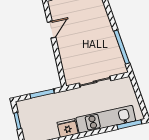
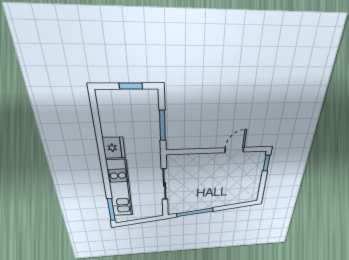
door: (52, 30) -> (234, 150), swing flipped

